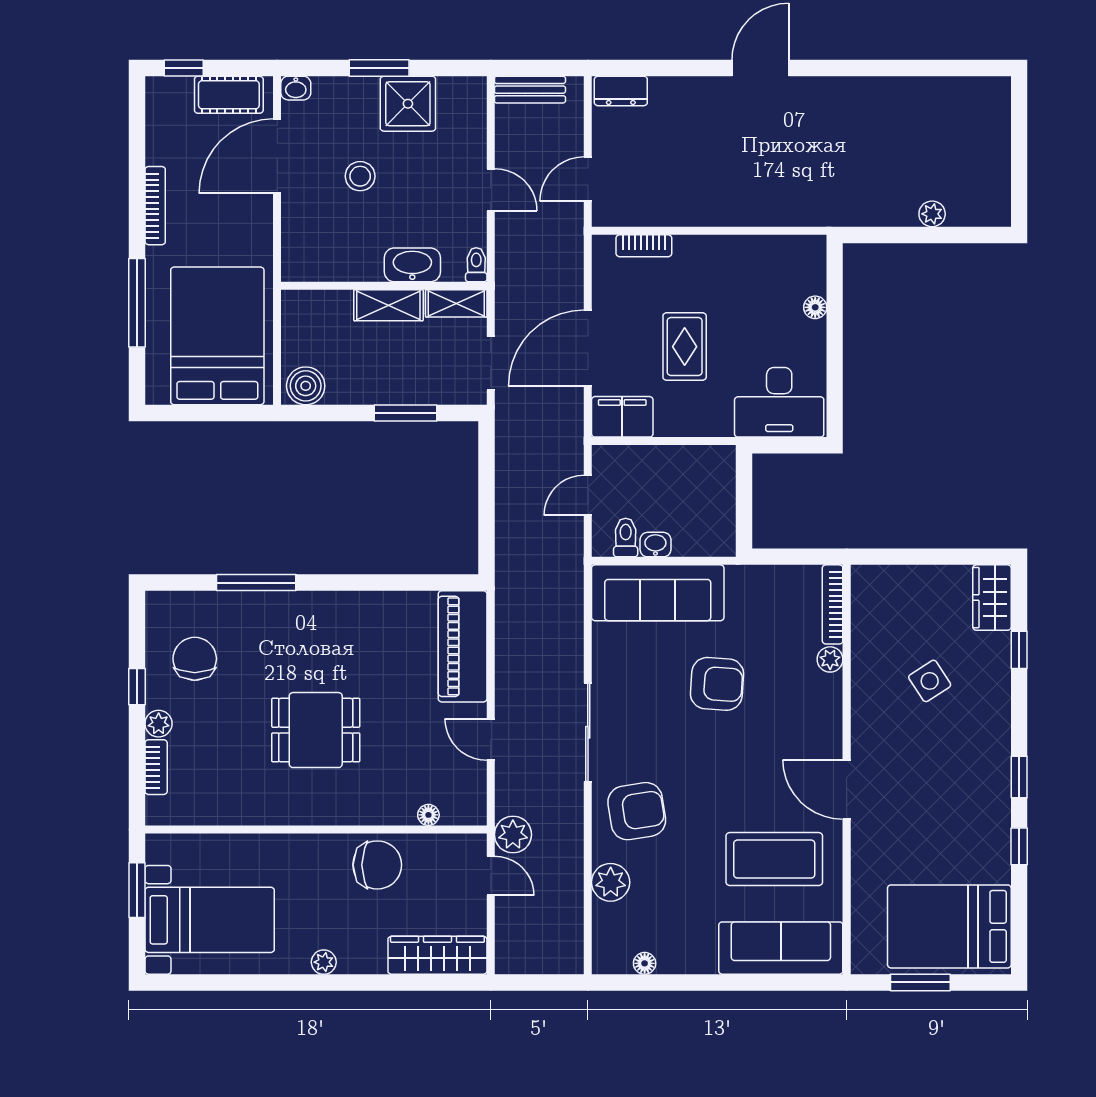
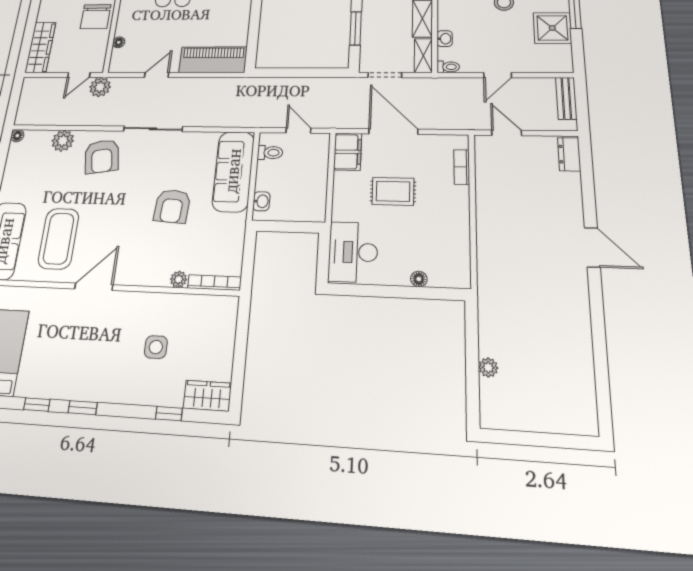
washbasin: (412, 265) -> (445, 39), width x0.52, depth x0.69
washbasin: (655, 545) -> (261, 201), moved
side table: (930, 681) -> (156, 347), turned 33
floor lamp: (645, 963) -> (17, 136), moved

